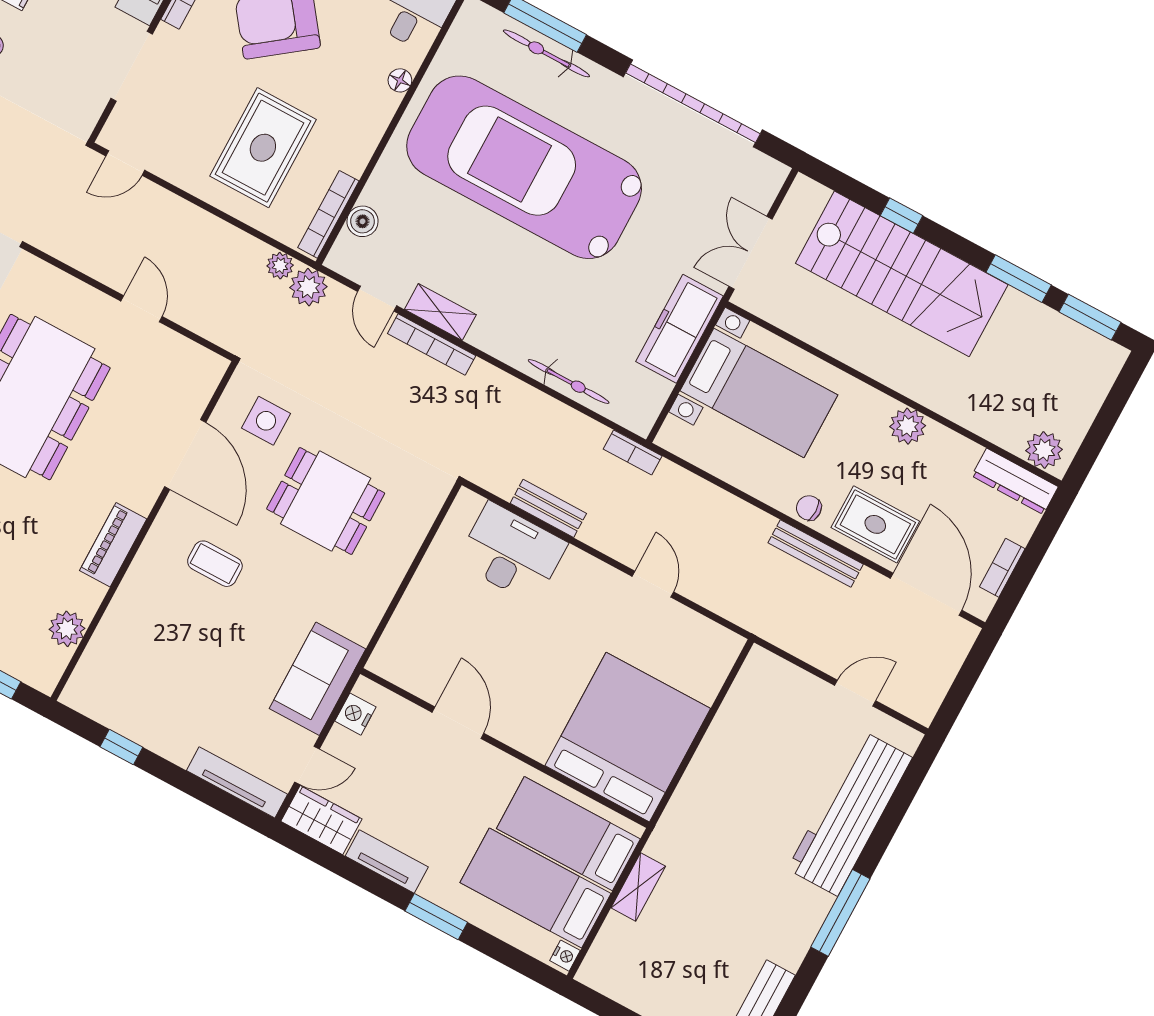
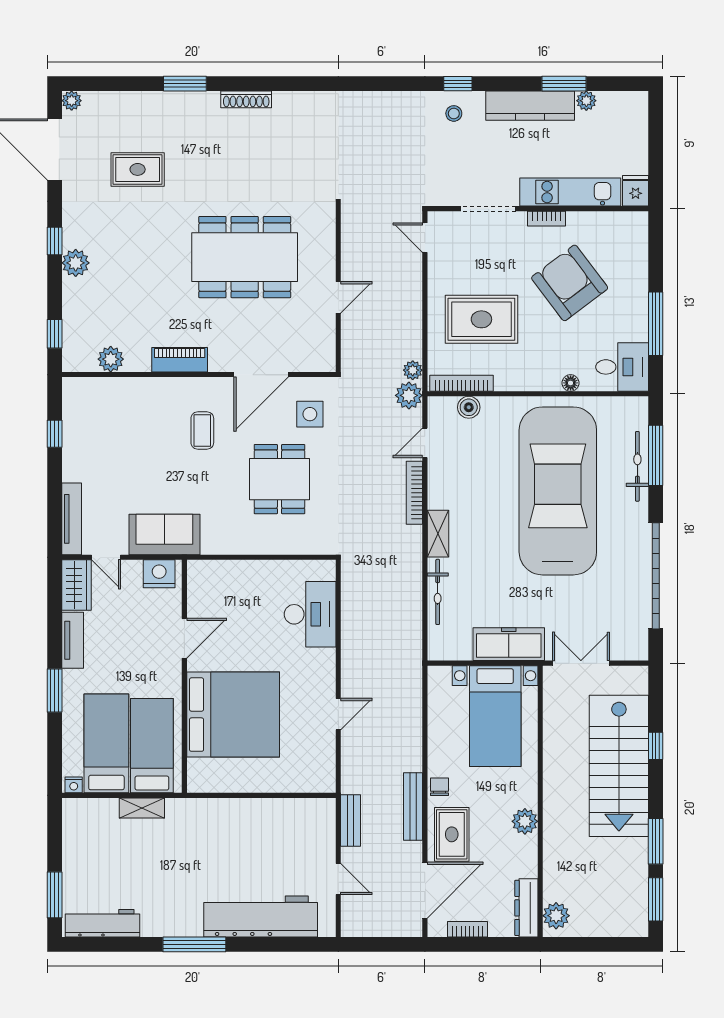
shelving: (440, 312) -> (438, 534), moved
bookcase: (633, 452) -> (415, 657), removed
bench: (548, 508) -> (351, 821), moved
nightstand: (355, 714) -> (159, 574), width x1.36, depth x1.33
bed: (628, 737) -> (233, 715), moved

